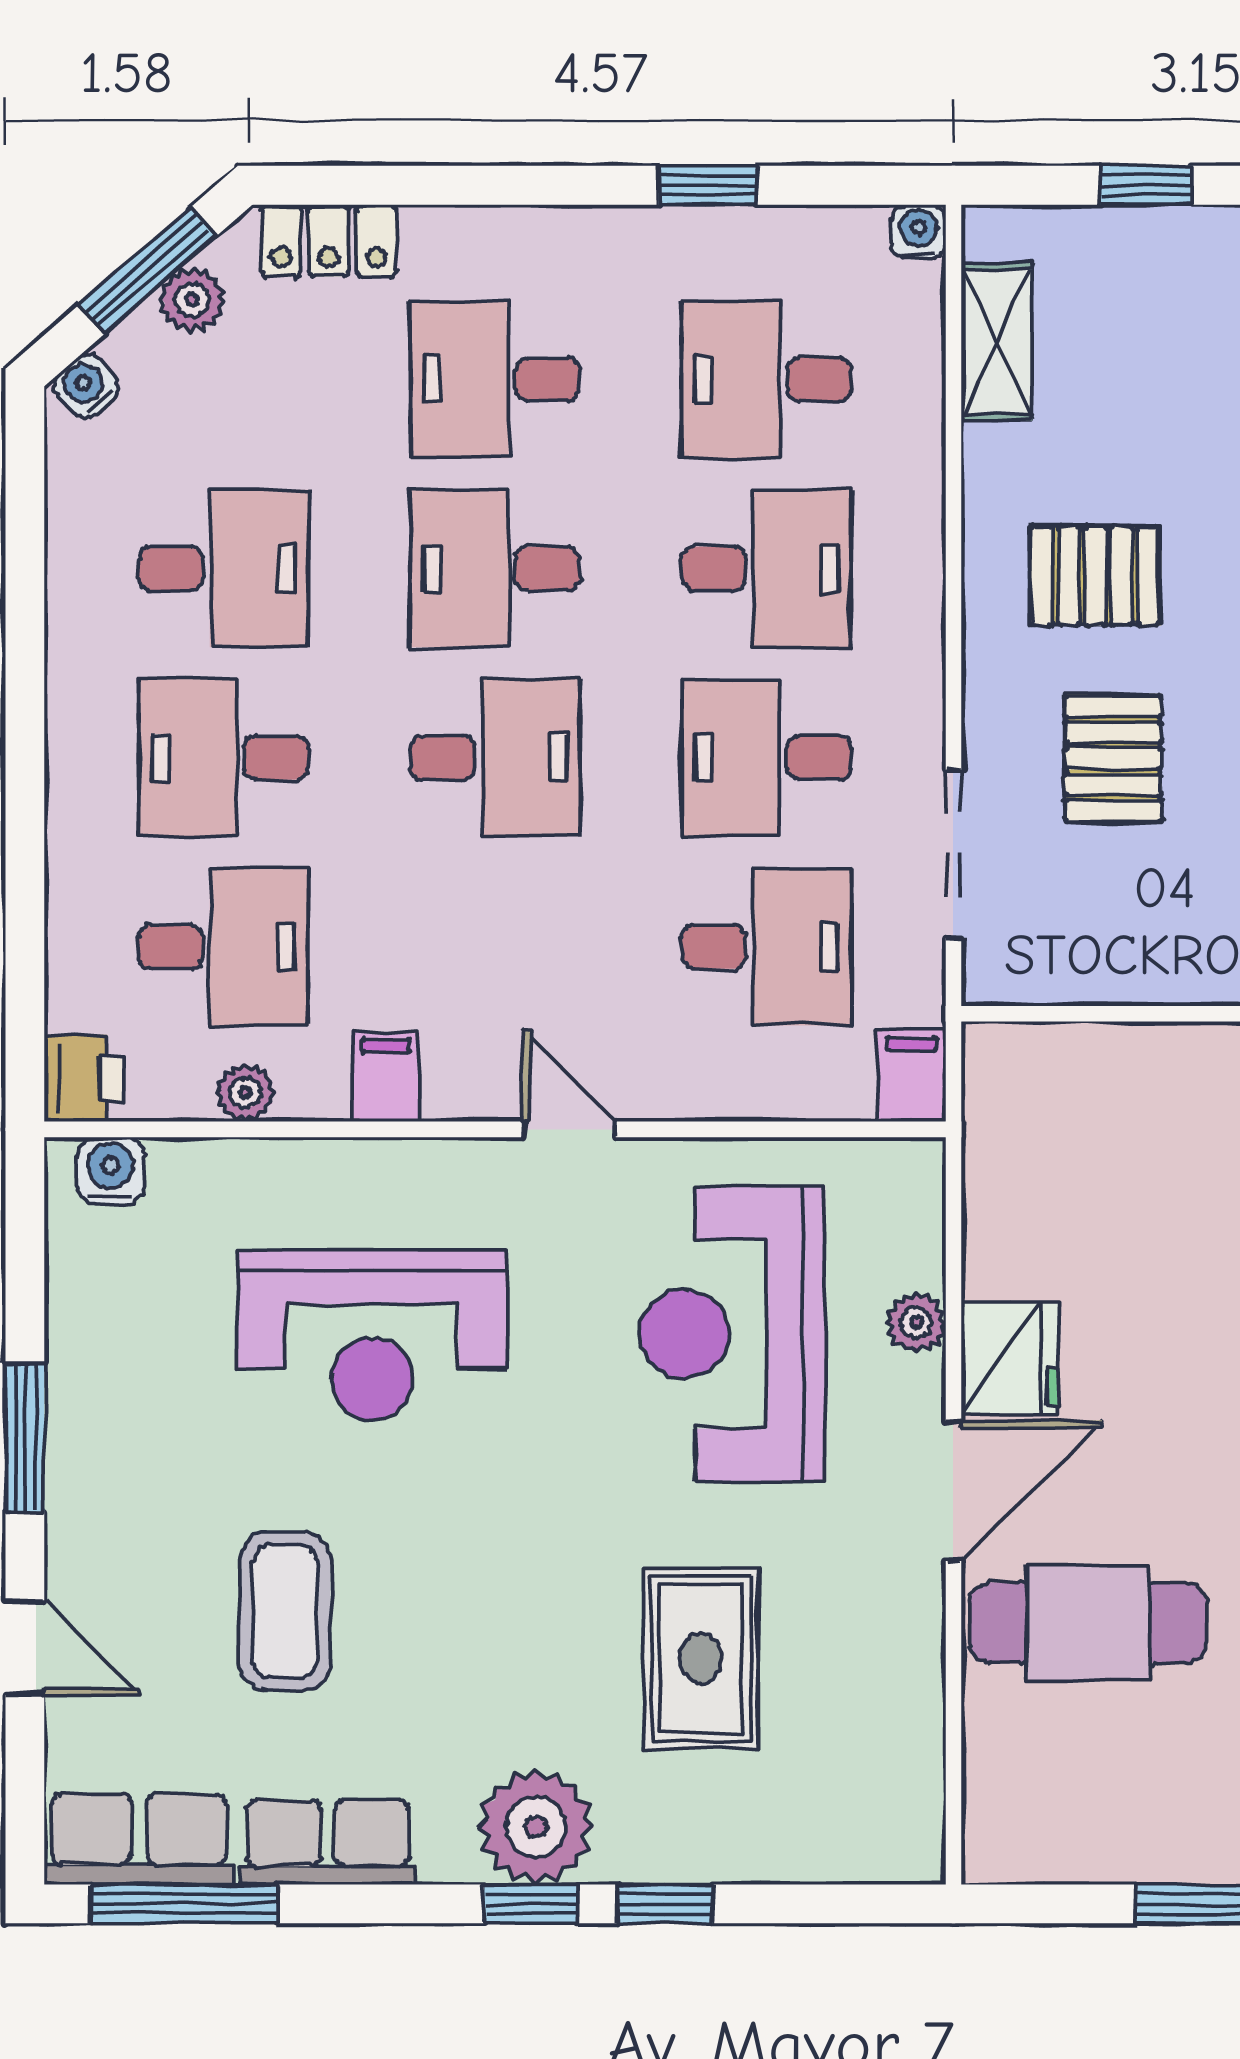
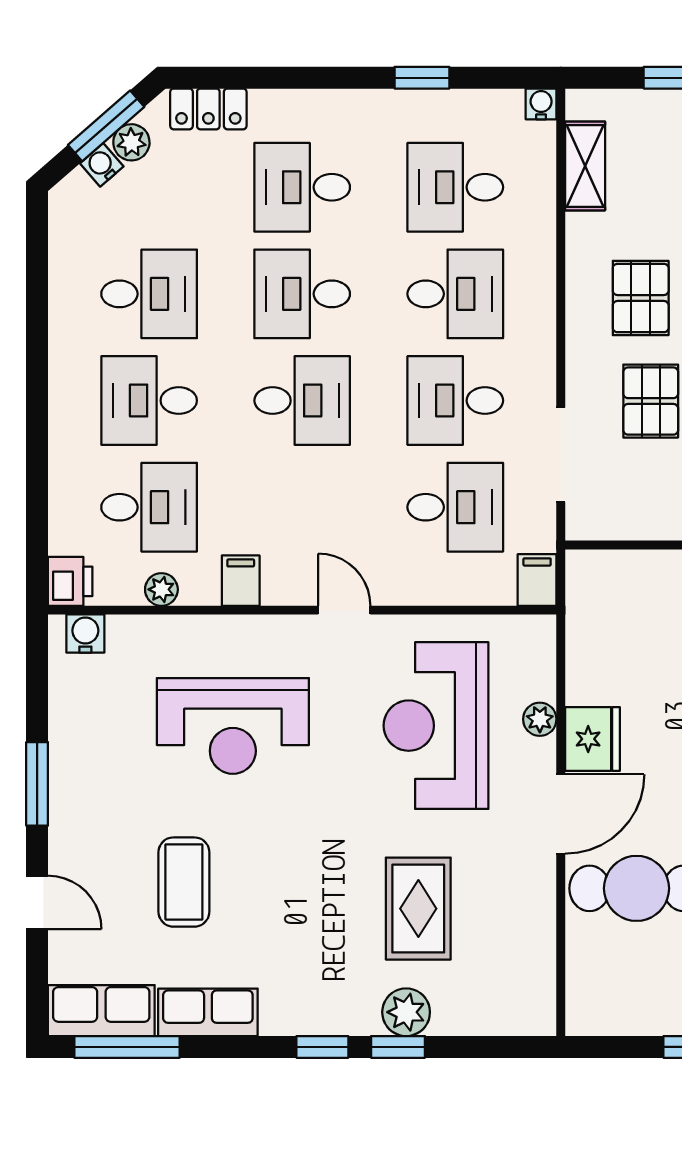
water cooler: (86, 386) -> (102, 165), moved
pallet: (1095, 576) -> (641, 298), turned 90
plant: (536, 1827) -> (406, 1012), moved, width x0.73, depth x0.73

